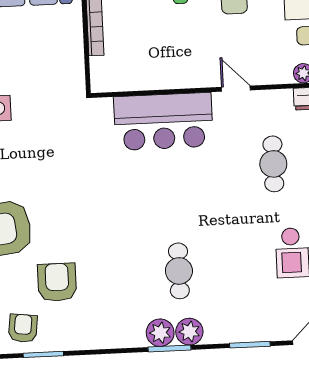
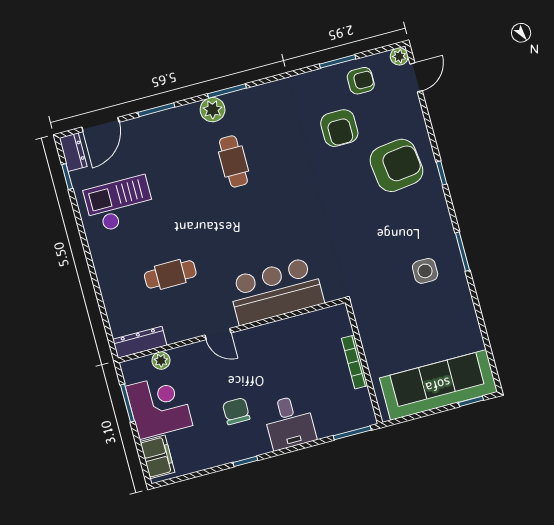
cafe table: (273, 164) -> (170, 274), turned 90
armchair: (23, 328) -> (361, 81), turned -97
plant: (160, 333) -> (238, 103), removed

